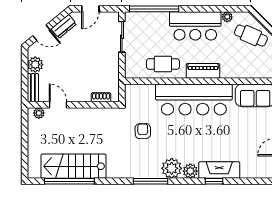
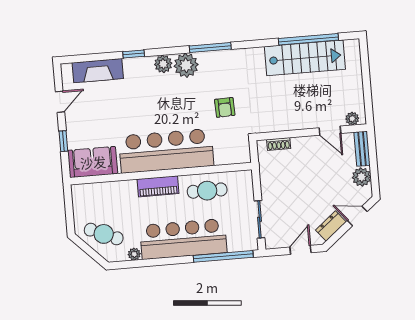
bar counter: (195, 26) -> (183, 239), width x1.36
fireplace: (219, 170) -> (98, 71), moved

